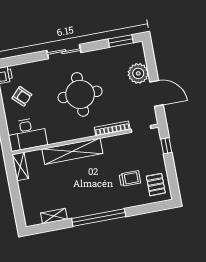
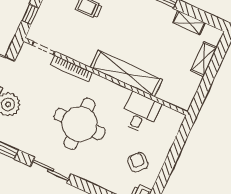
sliding door: (64, 52) -> (51, 170), moved
desk: (27, 134) -> (140, 113), moved, width x0.73
shelving: (20, 166) -> (204, 59), moved

